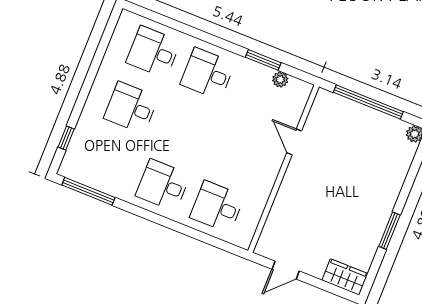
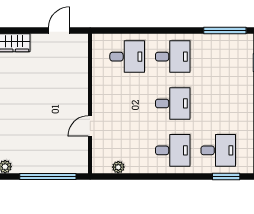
window: (263, 60) -> (226, 176), moved
desk: (131, 108) -> (173, 103), moved
door: (294, 142) -> (90, 126), swing flipped

